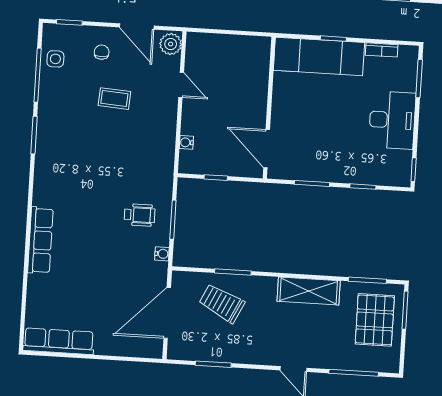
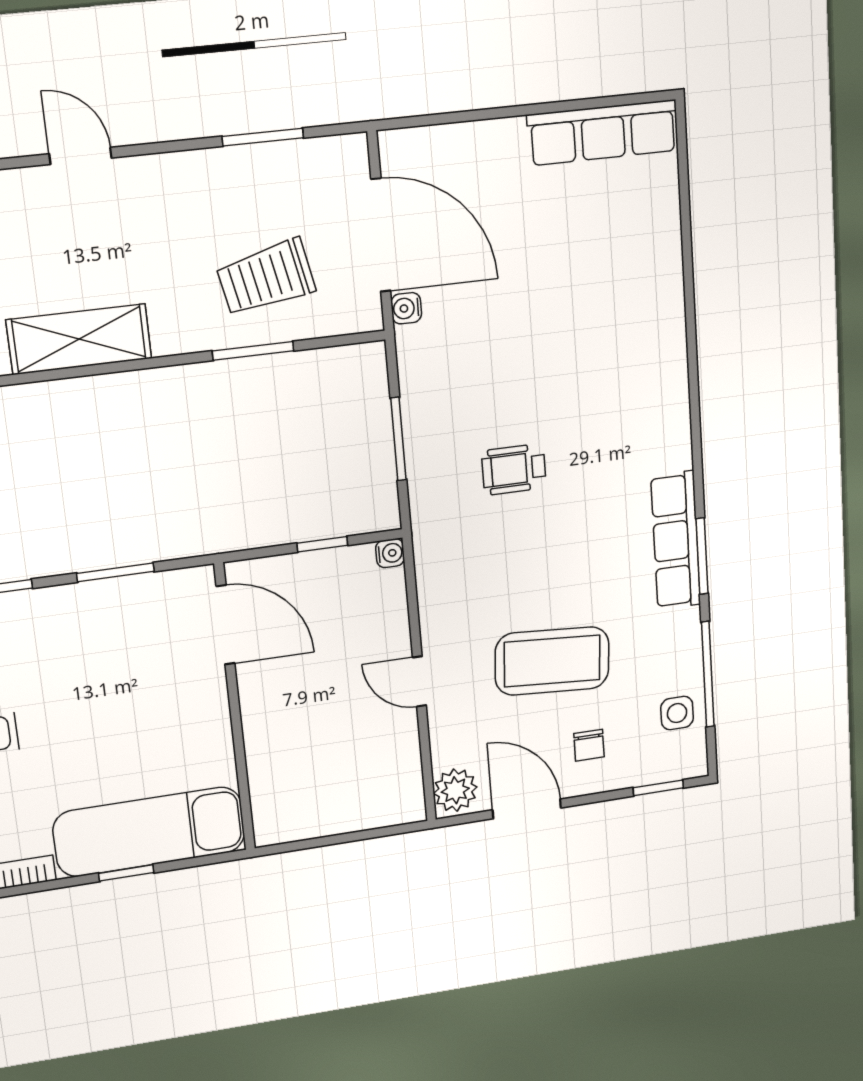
door: (181, 85) -> (419, 681), moved
coffee table: (114, 99) -> (552, 661), width x1.86, depth x1.72
water cooler: (186, 142) -> (390, 553), moved
wheelchair: (140, 215) -> (514, 469), moved
row of seats: (40, 240) -> (676, 541), moved
water cooler: (162, 254) -> (406, 308), moved
trolley: (222, 303) -> (266, 278), turned 142
door: (167, 313) -> (381, 235), hinge flipped

